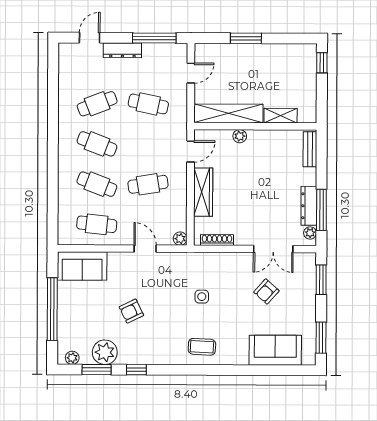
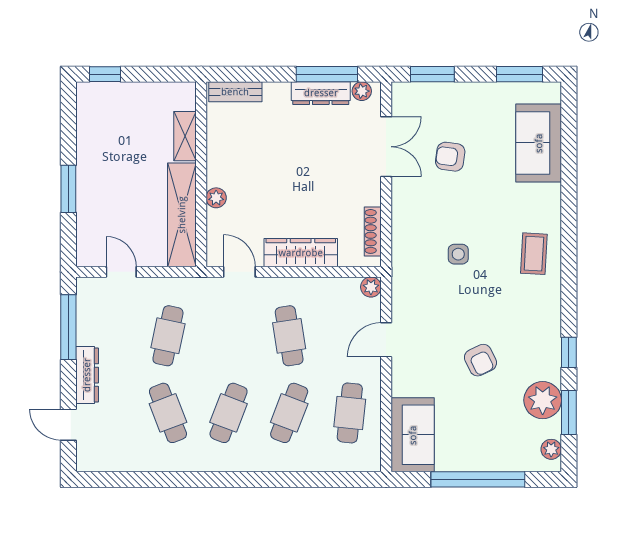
armchair: (266, 291) -> (450, 157), turned 146

